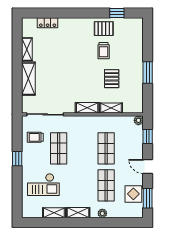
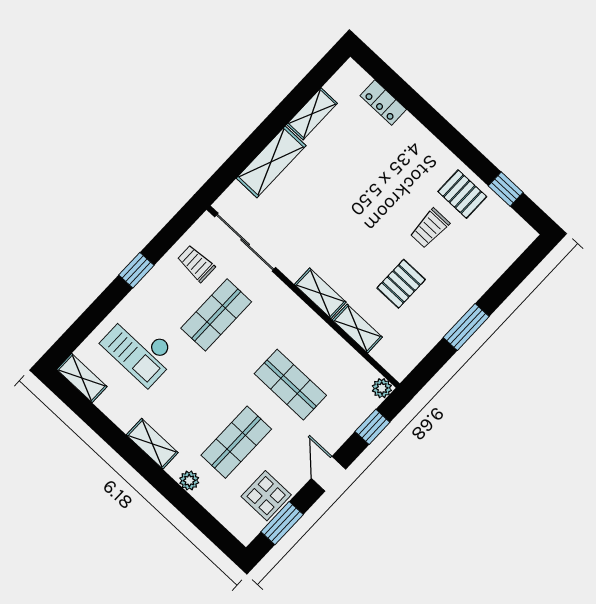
shop shelf: (106, 148) -> (290, 385), turned 90
shelving: (54, 213) -> (82, 378), moved

